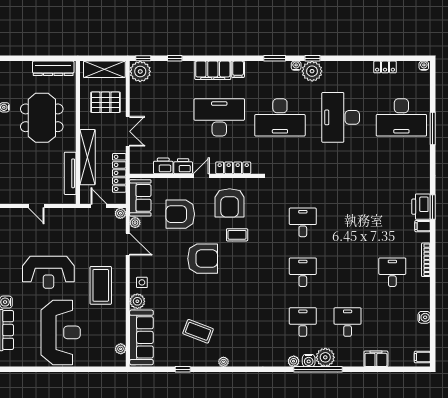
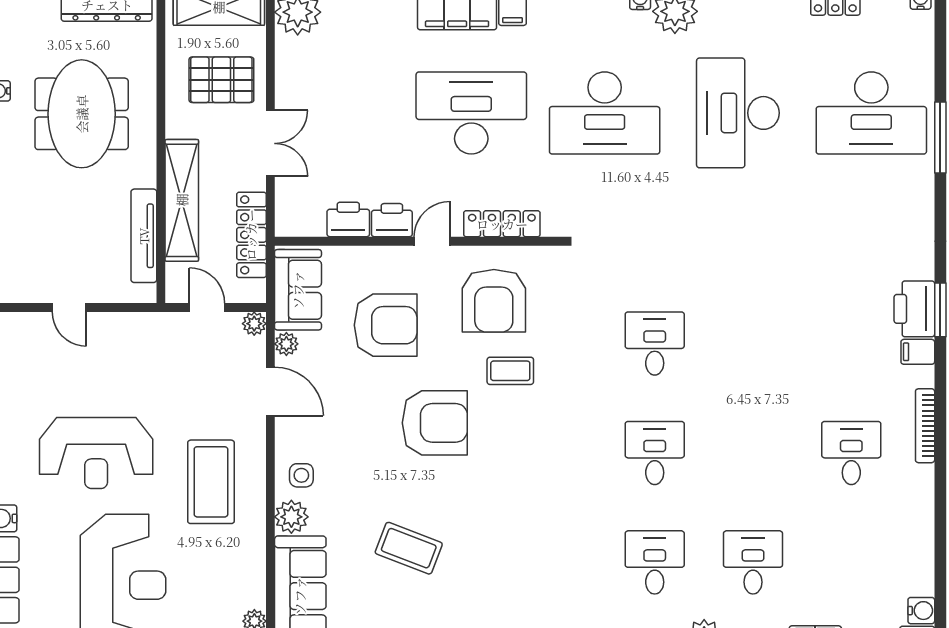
armchair: (180, 214) -> (386, 325), turned 180
water cooler: (424, 317) -> (921, 611), moved
coffee table: (198, 331) -> (409, 548), moved

